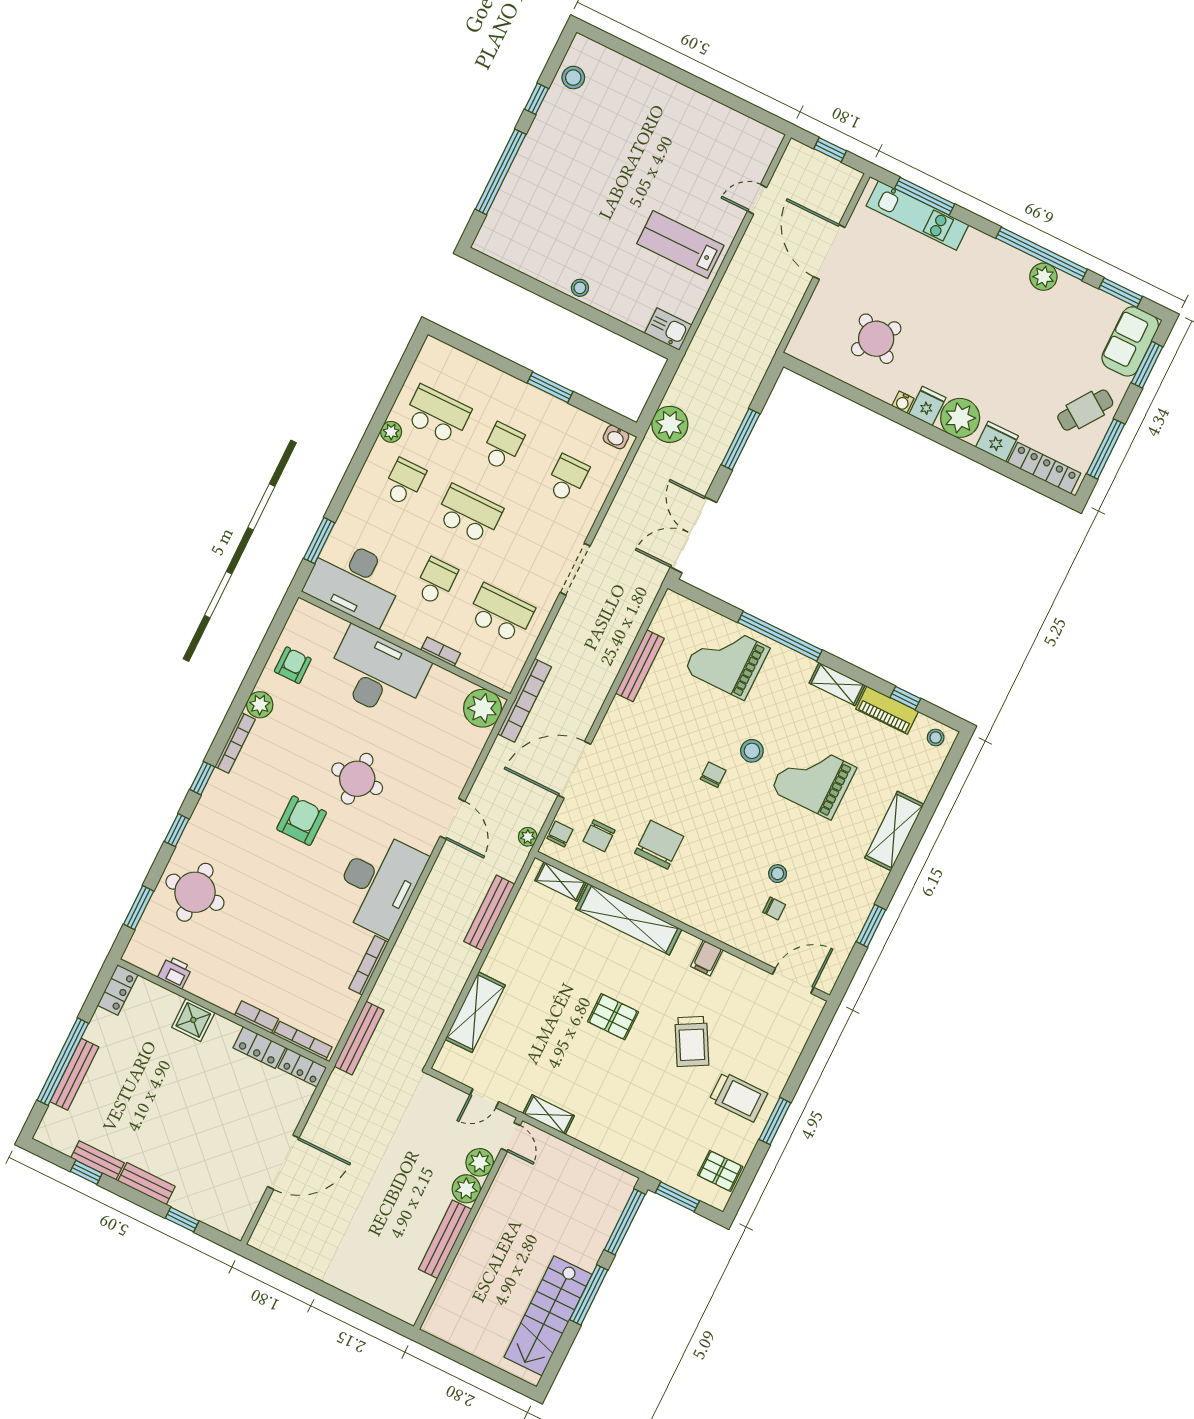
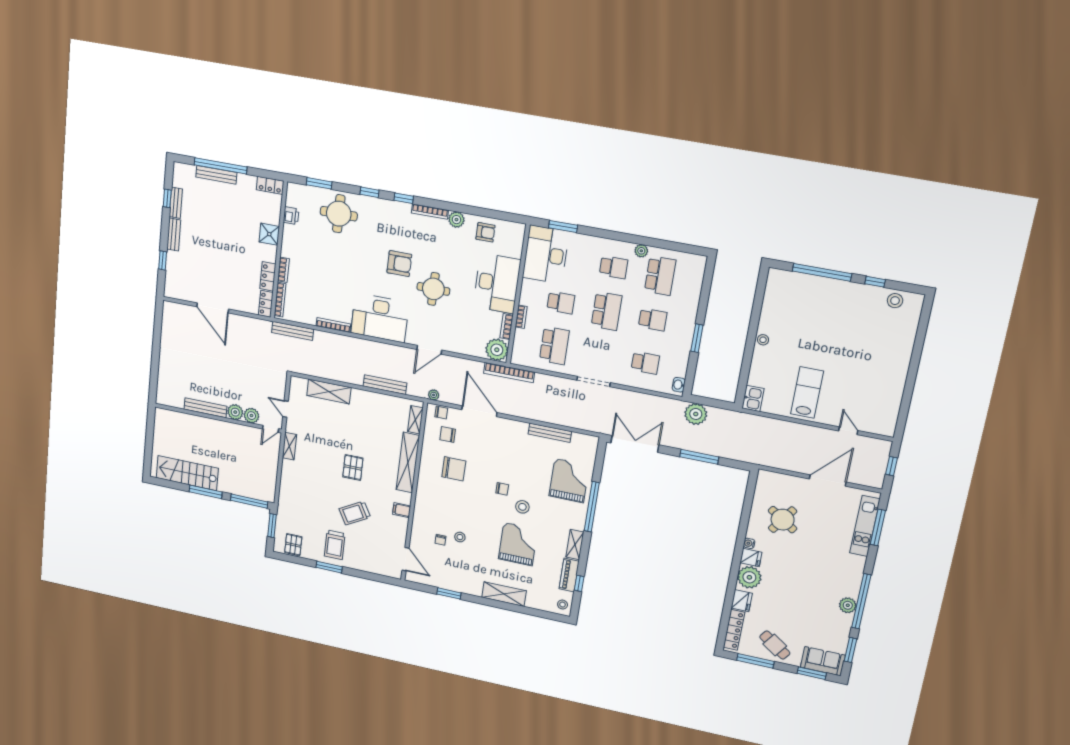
bookcase: (450, 680) -> (507, 327), added

